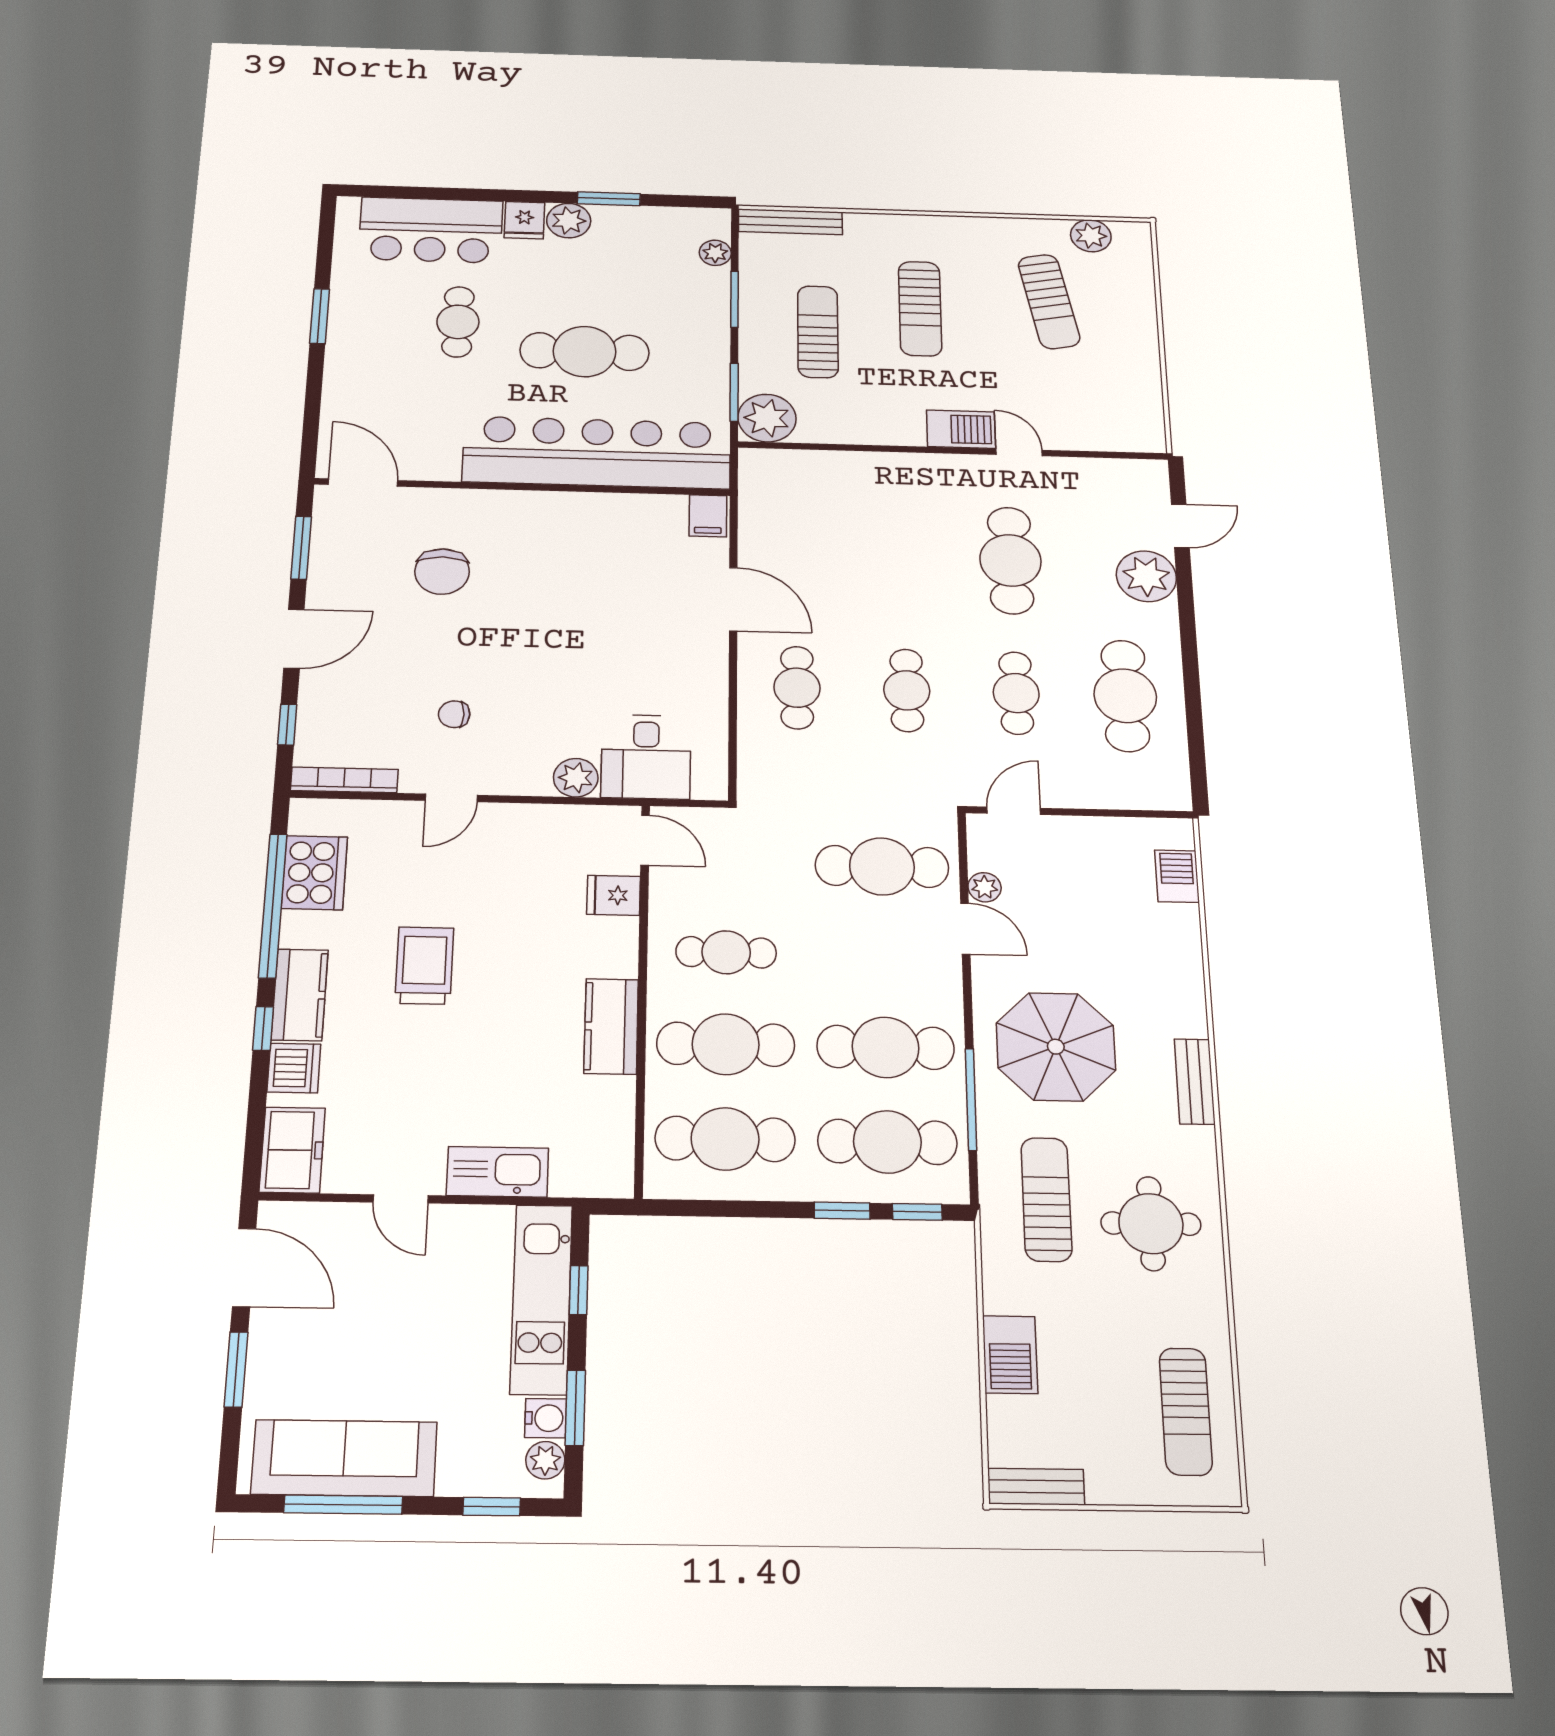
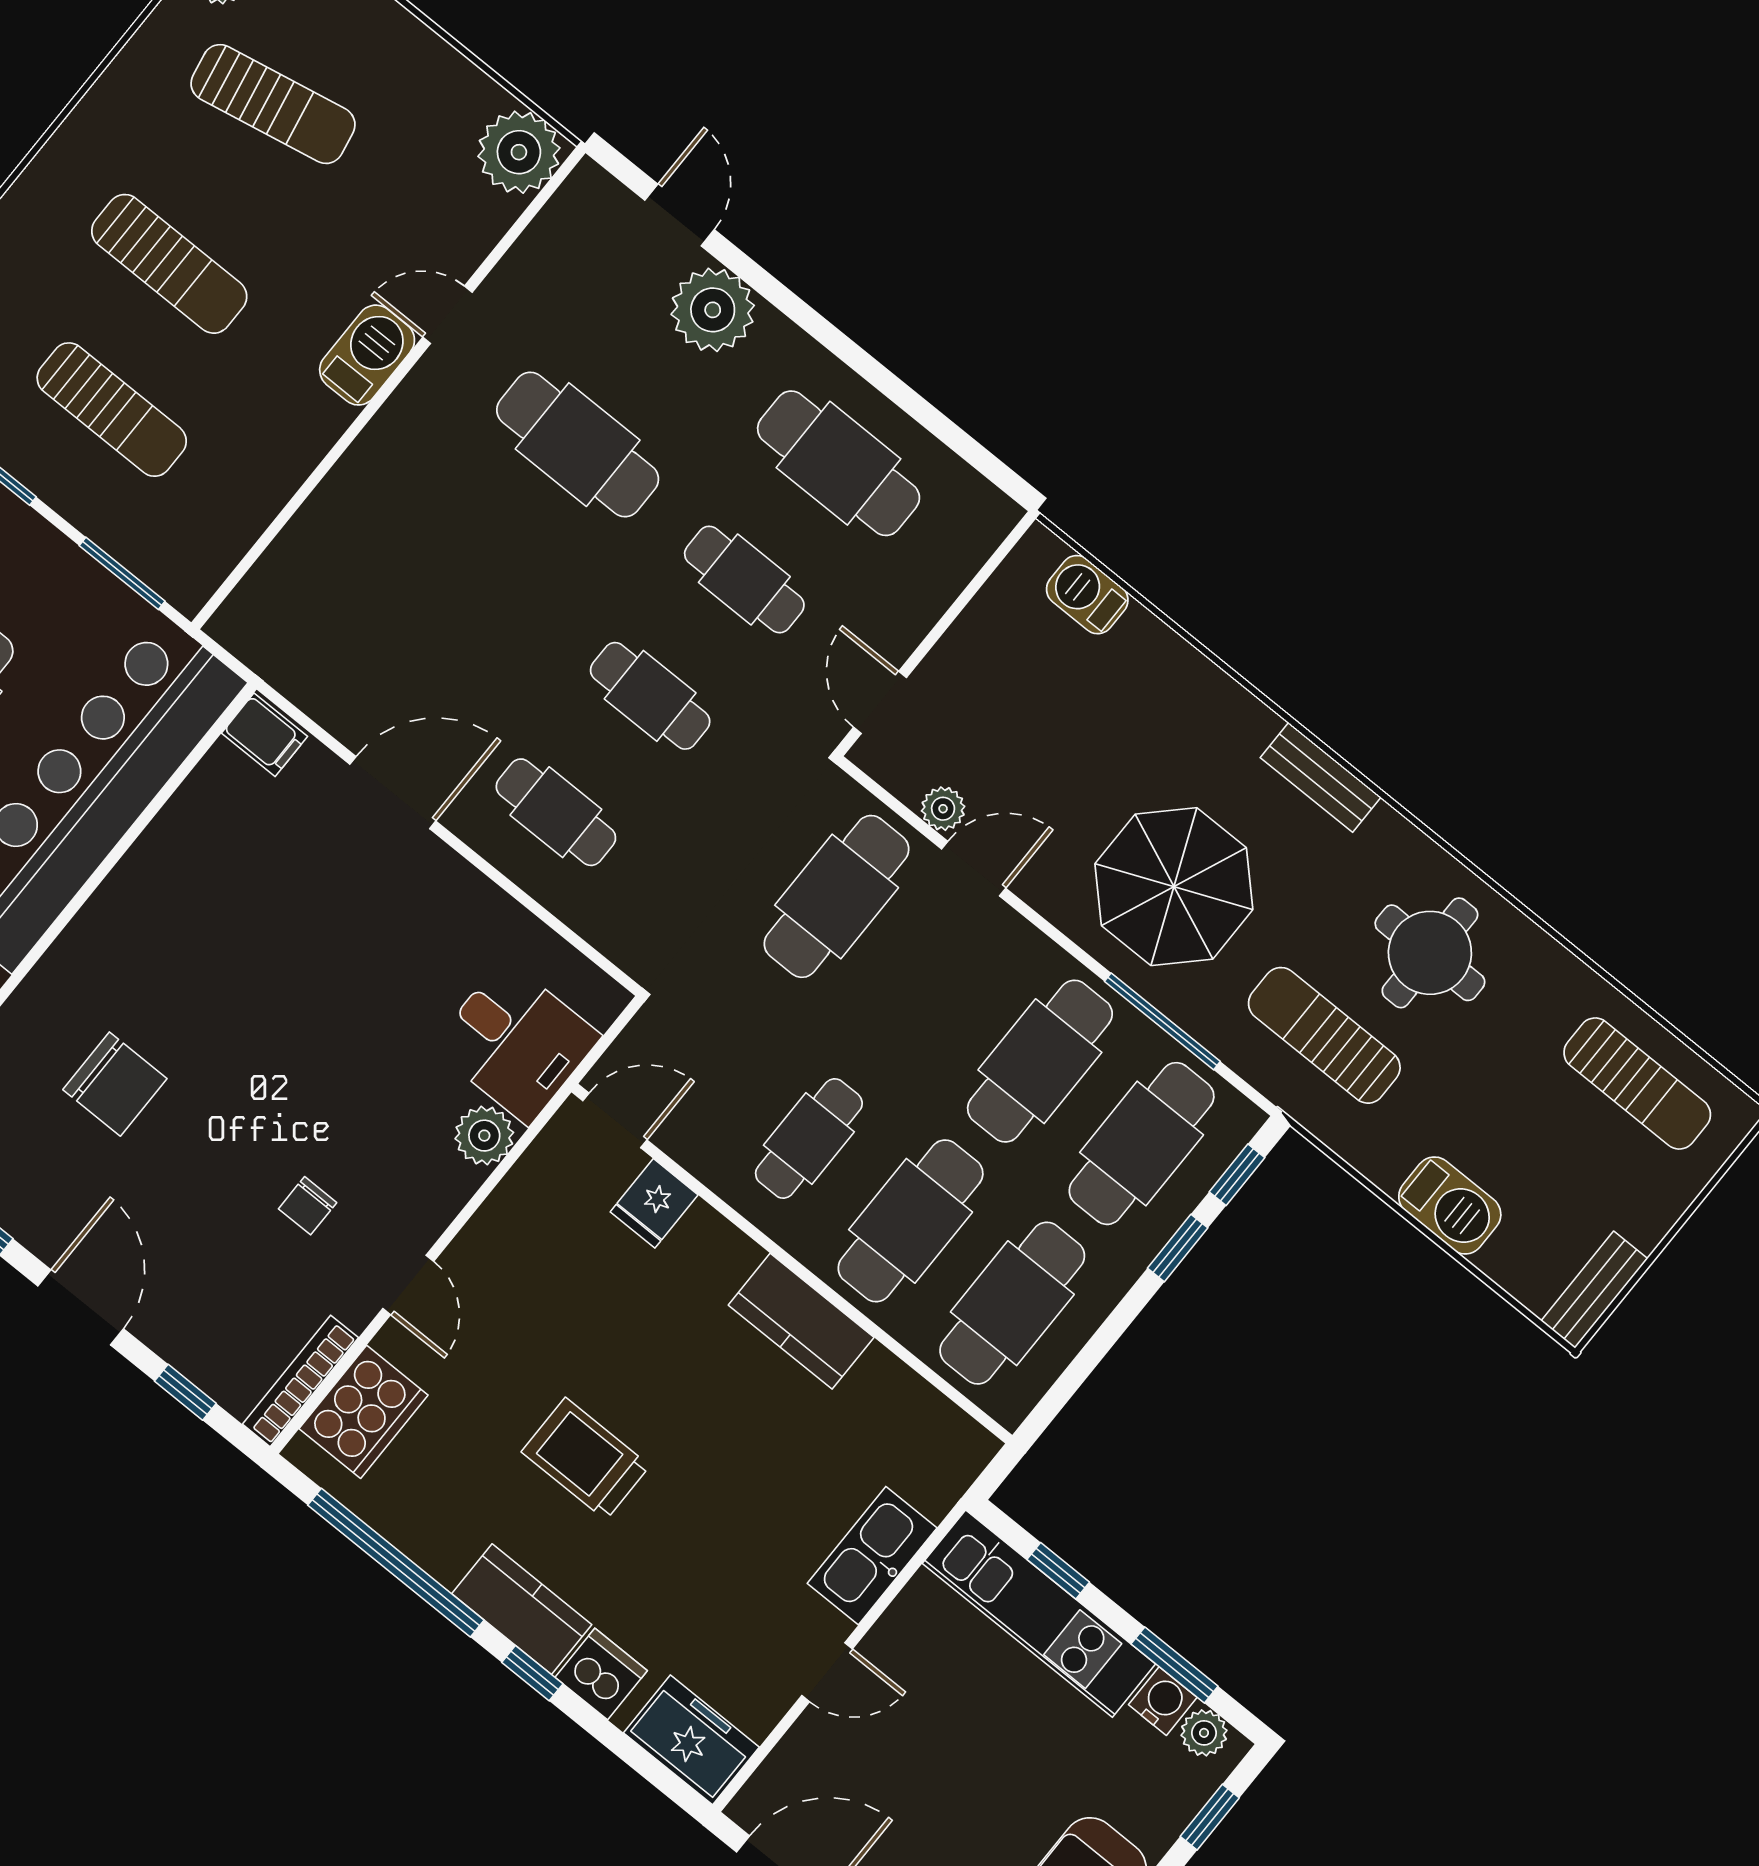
sun lounger: (818, 332) -> (112, 410), turned 180
plant: (767, 418) -> (519, 152), moved
cooker: (314, 873) -> (364, 1412), moved, turned 90

